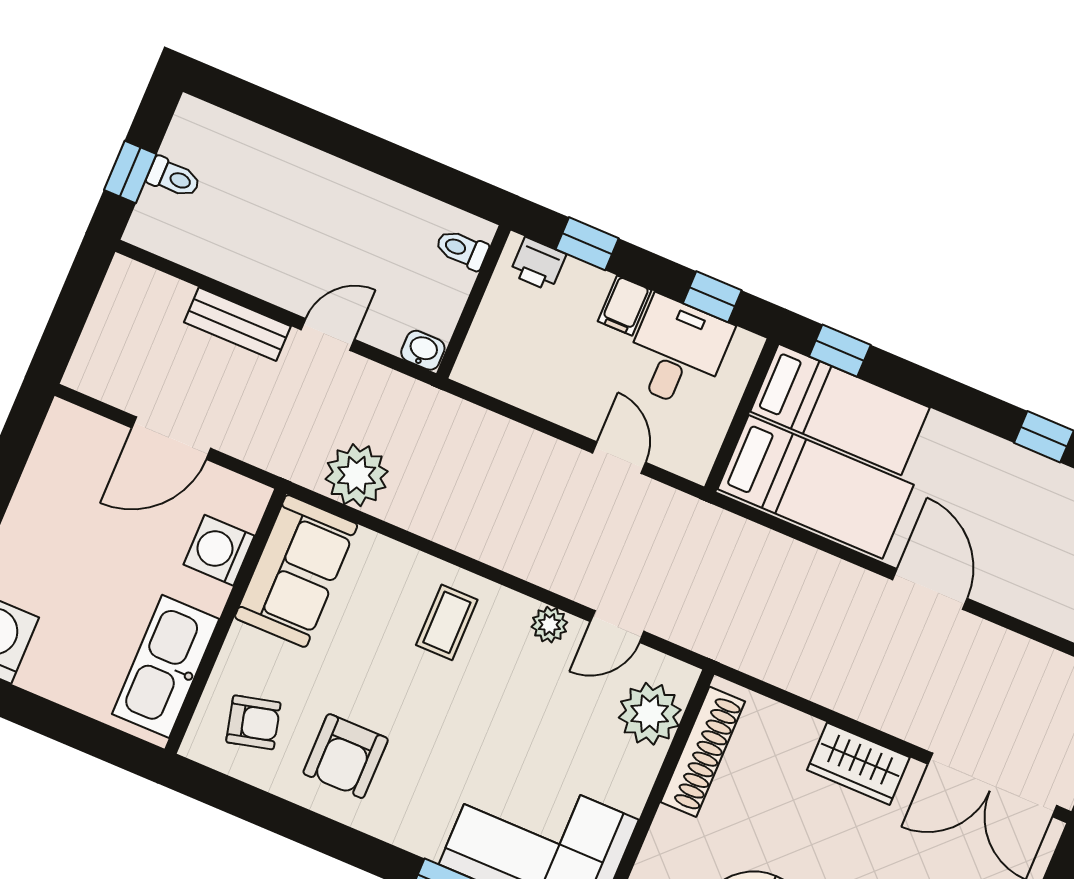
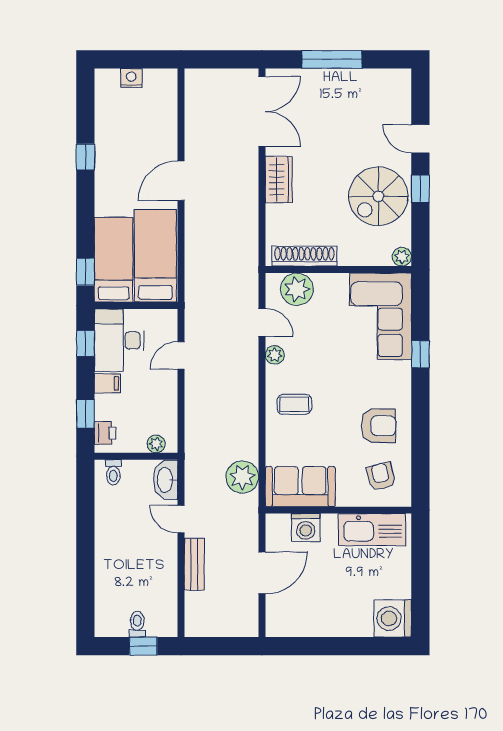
plant: (480, 347) -> (156, 444), added
washbasin: (423, 350) -> (166, 480), width x1.91, depth x1.45
desk: (677, 352) -> (119, 340), width x1.37
door: (171, 438) -> (262, 573), hinge flipped

